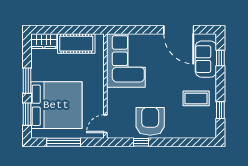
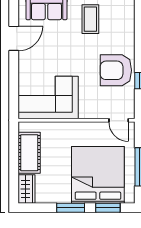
door: (179, 30) -> (14, 38), width x0.73

